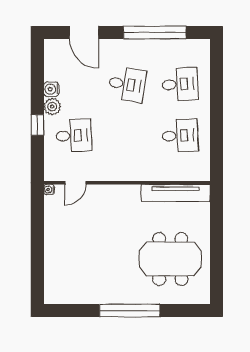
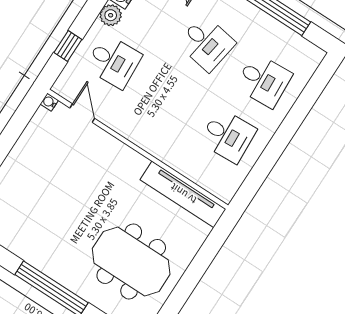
window: (37, 125) -> (68, 46), moved
door: (75, 183) -> (82, 113), swing flipped

